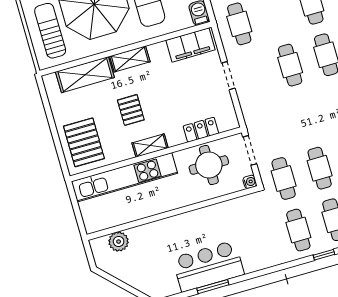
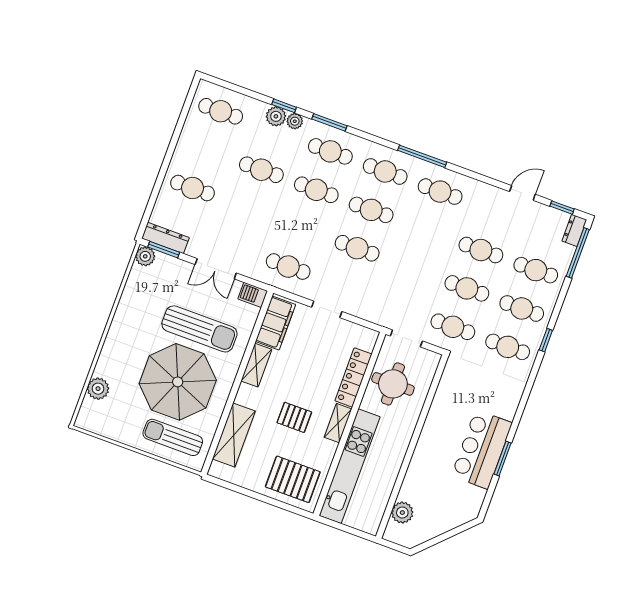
shelving: (130, 59) -> (256, 365), moved
locker: (201, 130) -> (353, 377), width x1.53
water cooler: (250, 182) -> (434, 359), removed

